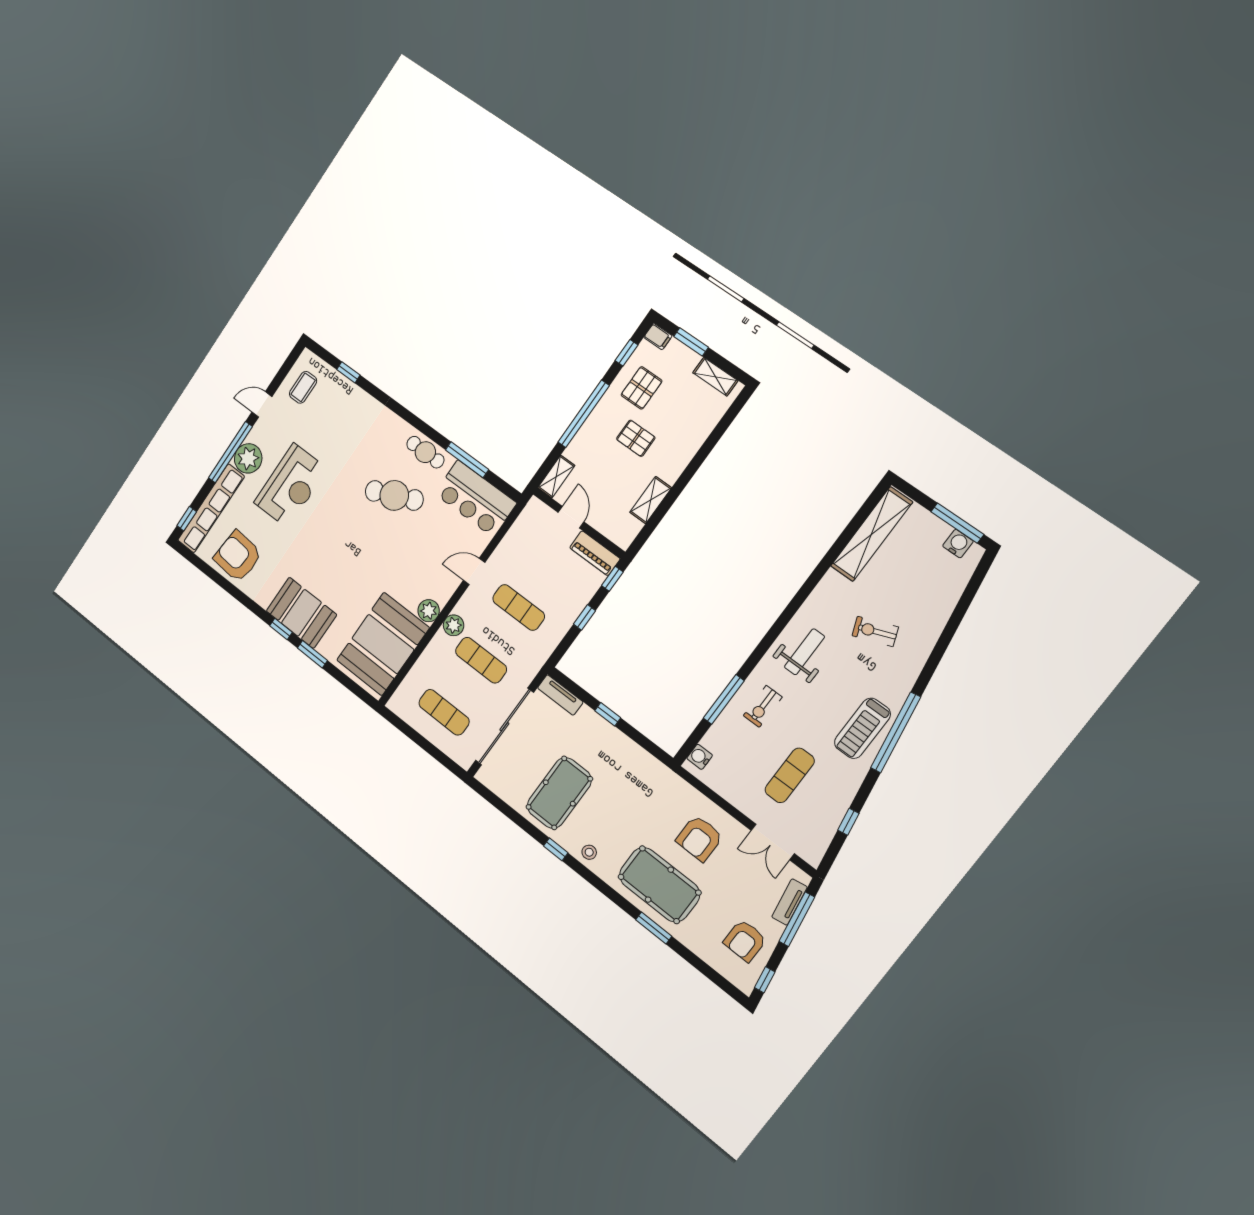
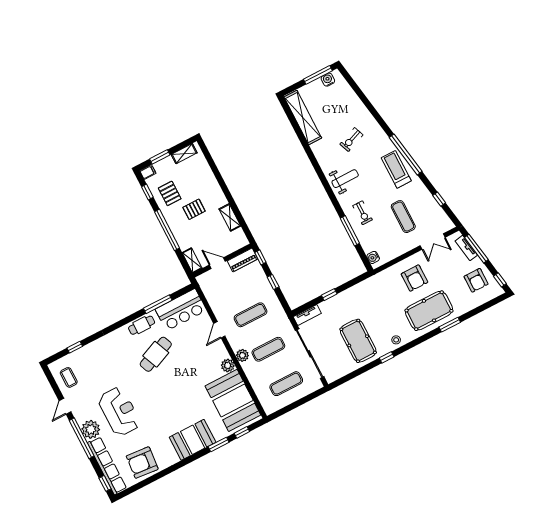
window: (281, 629) -> (242, 432), moved
weight bench: (804, 652) -> (345, 179), turned 90
treadmill: (862, 728) -> (396, 169), turned 180

